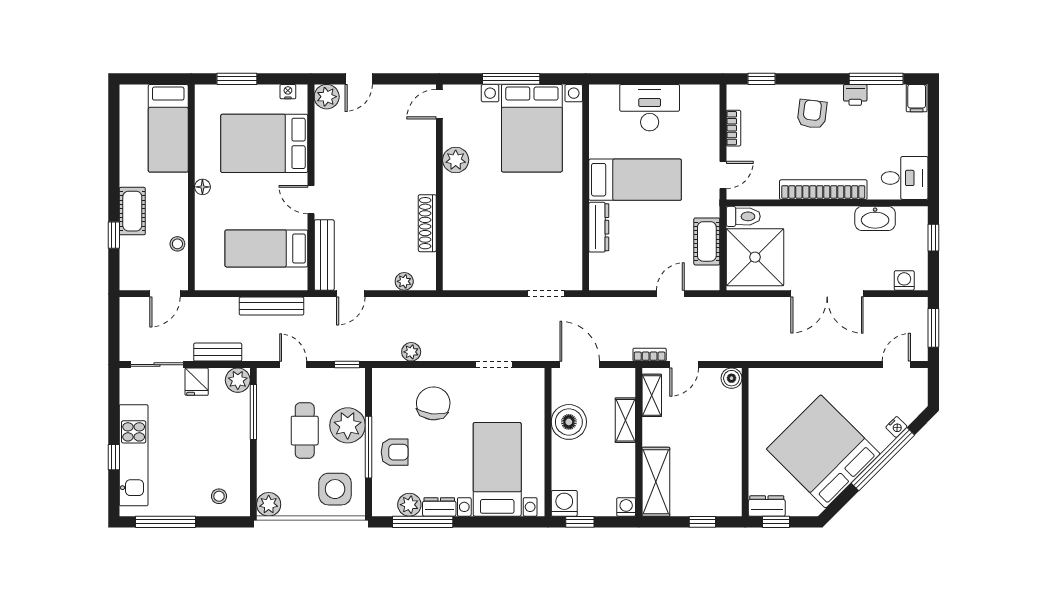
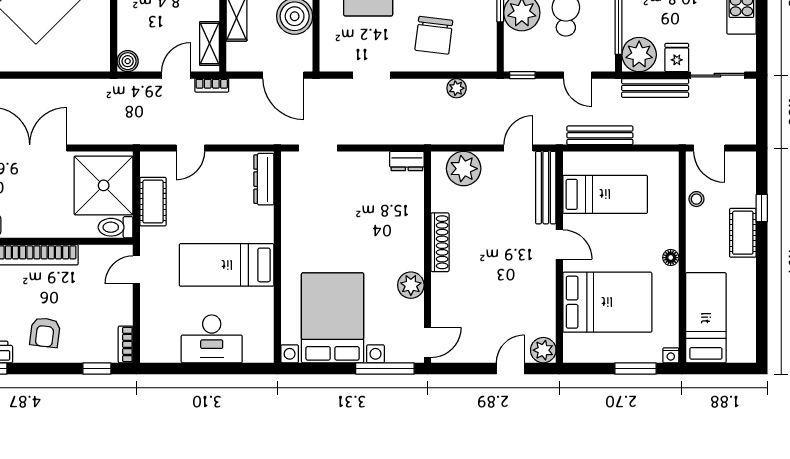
window: (511, 79) -> (385, 369), moved
nightstand: (288, 92) -> (671, 355), moved
bookcase: (733, 128) -> (126, 344), moved
shoe rack: (427, 223) -> (440, 242), moved
dresser: (599, 227) -> (264, 179), moved
plant: (404, 281) -> (464, 169), width x1.87, depth x1.87
dresser: (460, 281) -> (407, 161), added
door: (165, 294) -> (709, 148), swing flipped
bench: (218, 352) -> (655, 88), width x1.36
plant: (238, 380) -> (639, 55), width x1.36, depth x1.36

